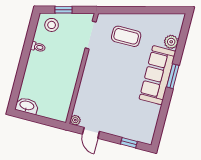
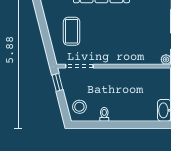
window: (64, 10) -> (57, 82), moved

